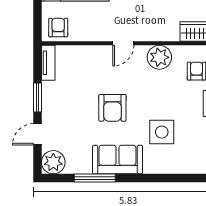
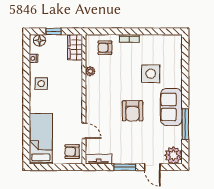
door: (123, 43) -> (84, 131), moved
plant: (159, 57) -> (90, 71), width x0.53, depth x0.53
armchair: (112, 108) -> (132, 111), turned 90

